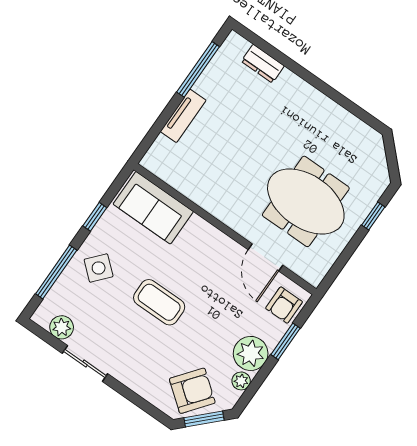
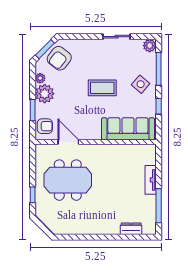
sofa: (153, 208) -> (128, 129), width x1.36
armchair: (284, 305) -> (45, 126), turned 90
plant: (62, 327) -> (150, 46), moved

